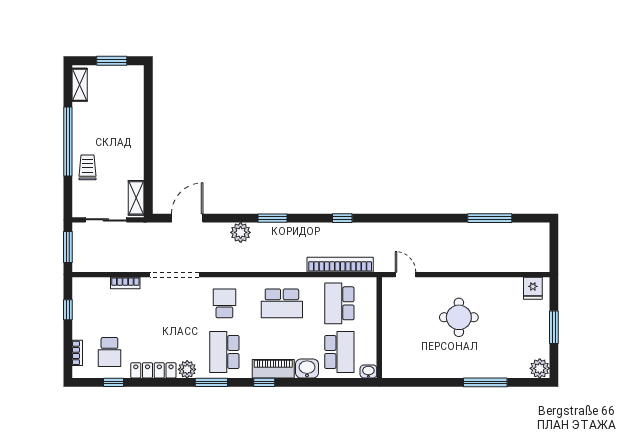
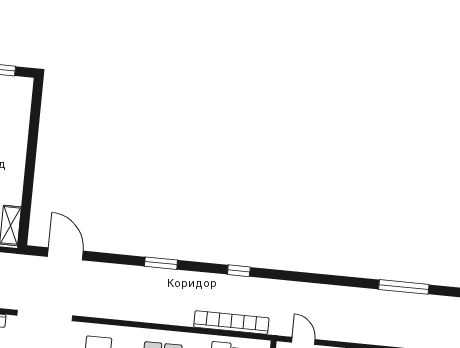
door: (187, 218) -> (65, 254), hinge flipped
plant: (241, 232) -> (123, 276), removed

